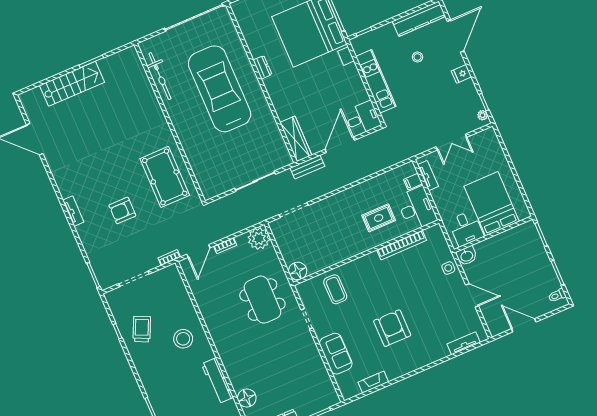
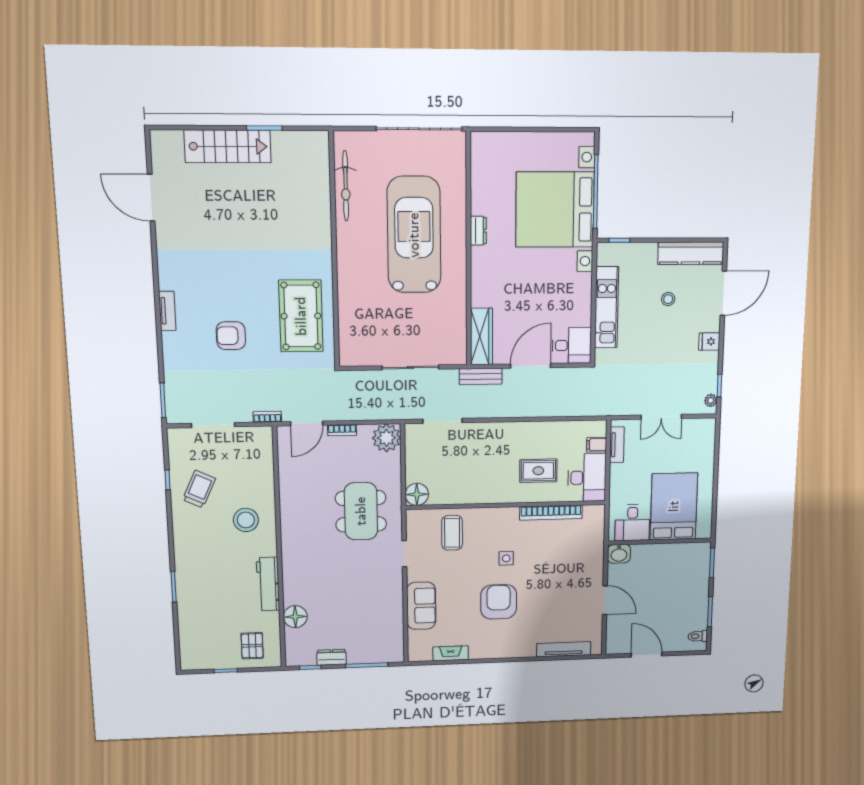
side table: (448, 268) -> (506, 558), moved
tv unit: (464, 343) -> (564, 649), width x1.41

